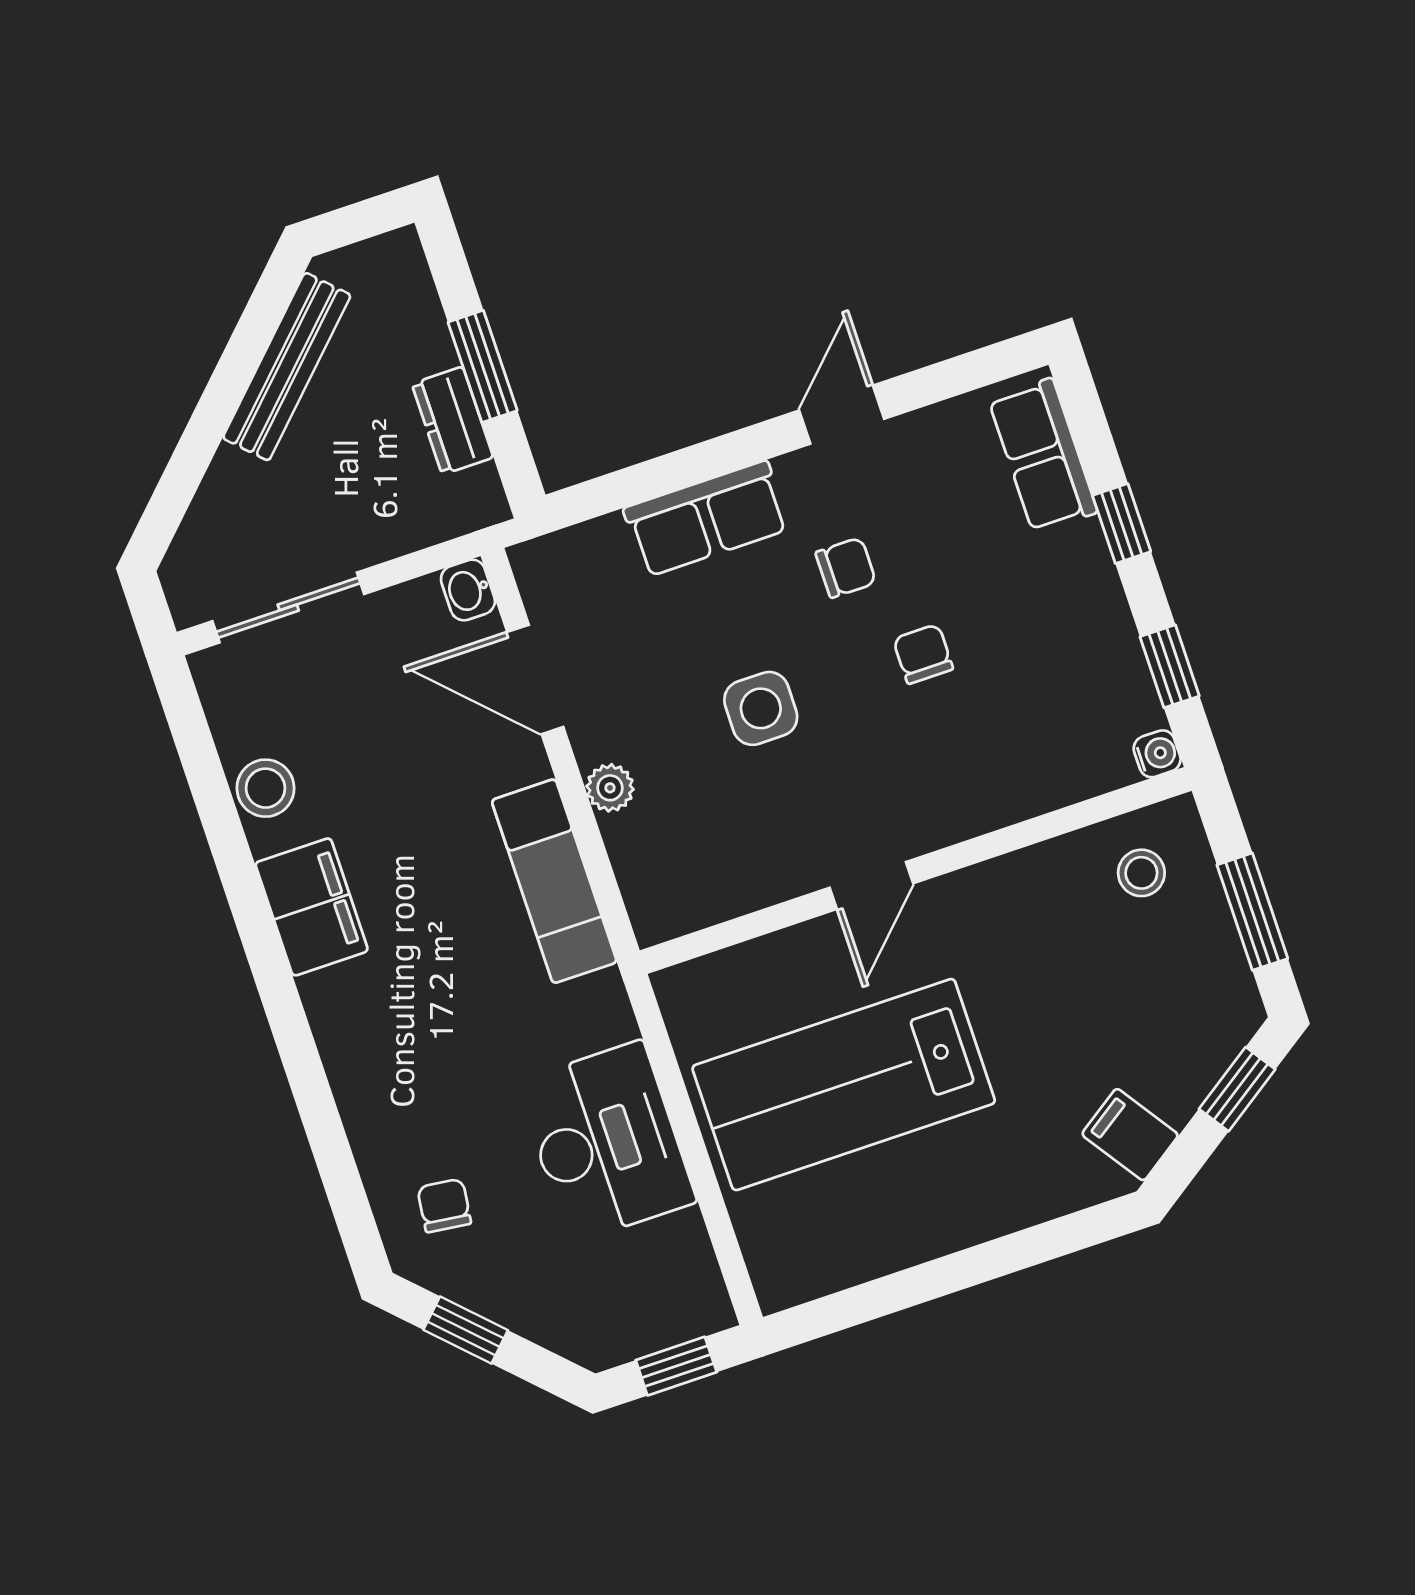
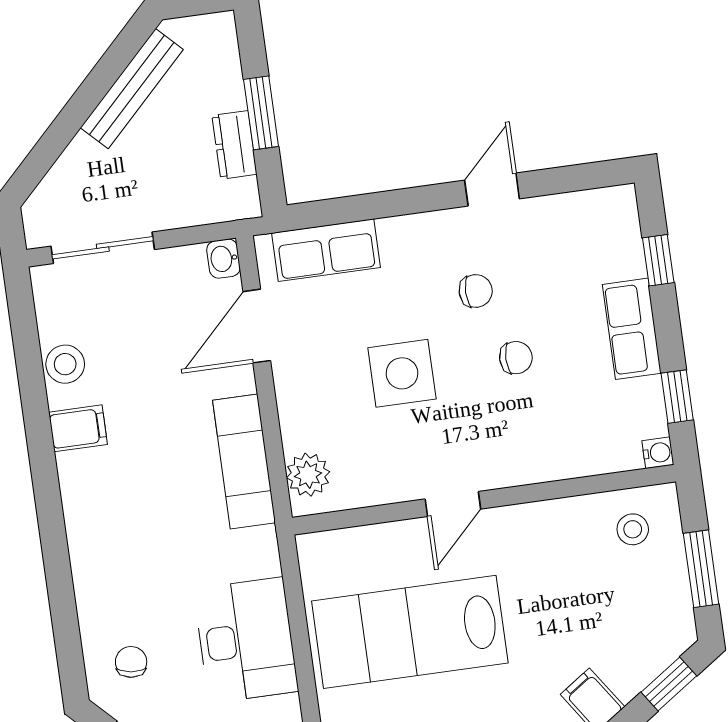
row of seats: (1043, 456) -> (632, 329), moved
row of seats: (706, 519) -> (326, 250), moved
window: (1122, 523) -> (658, 260), moved
chair: (923, 654) -> (516, 358), turned 90
door: (535, 679) -> (257, 326), hinge flipped
side table: (761, 708) -> (402, 373), width x1.37, depth x1.37
plant: (610, 788) -> (308, 475), moved, width x1.38, depth x1.38
filing cabinet: (312, 907) -> (78, 428), width x0.50

